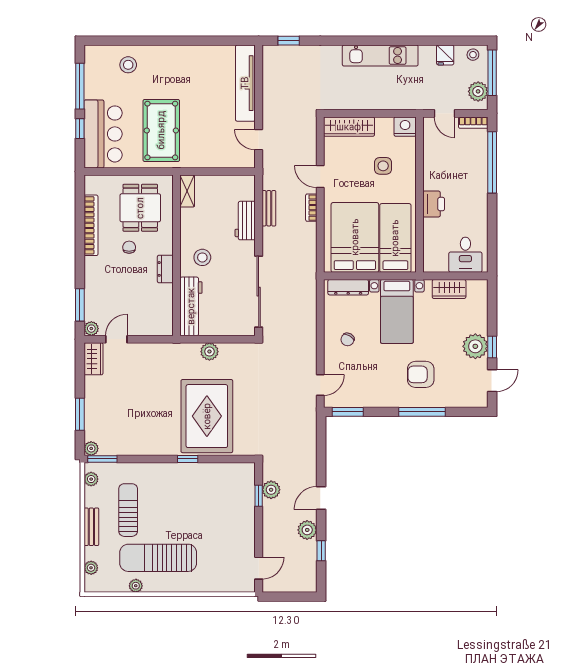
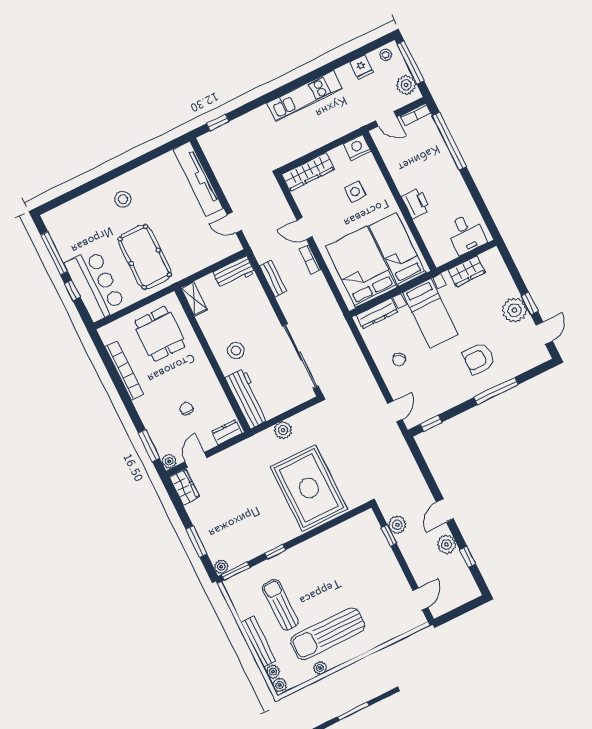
stool: (128, 65) -> (123, 199), moved
workbench: (245, 221) -> (234, 272), moved, turned -90
chair: (129, 247) -> (186, 409), moved
dresser: (165, 269) -> (227, 432), moved, turned 90
window: (348, 412) -> (431, 423), width x0.67
window: (188, 459) -> (275, 552), moved
plant: (91, 479) -> (280, 685), moved
bench: (91, 527) -> (258, 642), width x1.36

